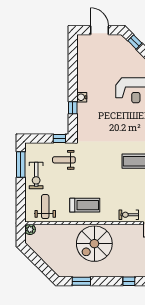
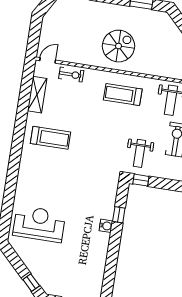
weight bench: (64, 160) -> (139, 153), turned 90
spiral stairs: (94, 244) -> (118, 46), width x0.73, depth x0.73

